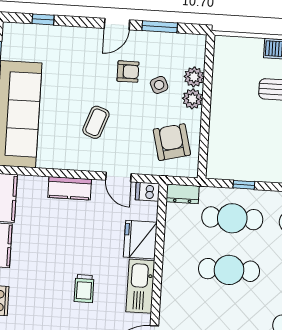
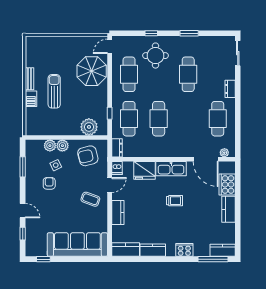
door: (117, 24) -> (23, 211), moved
coffee table: (96, 122) -> (90, 199), moved
plant: (222, 147) -> (89, 127), added

